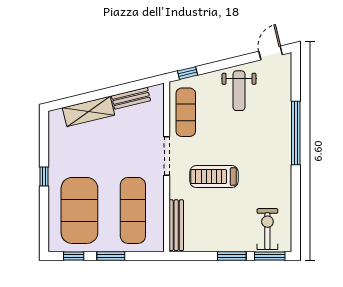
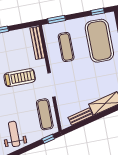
exercise mat: (133, 210) -> (66, 47), width x0.73, depth x0.69
window: (111, 256) -> (56, 19), moved

